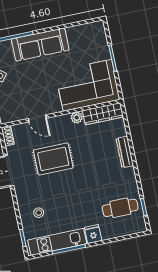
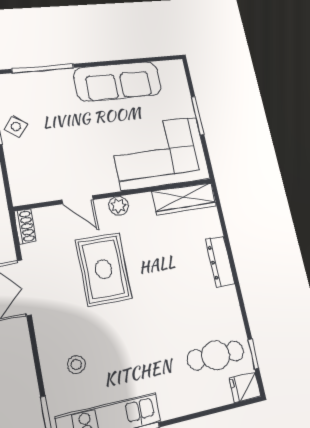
sofa: (40, 45) -> (118, 81), moved
plant: (77, 118) -> (119, 206), moved
rug: (53, 159) -> (104, 269), turned 90
fridge: (93, 234) -> (245, 387), moved, turned -90

